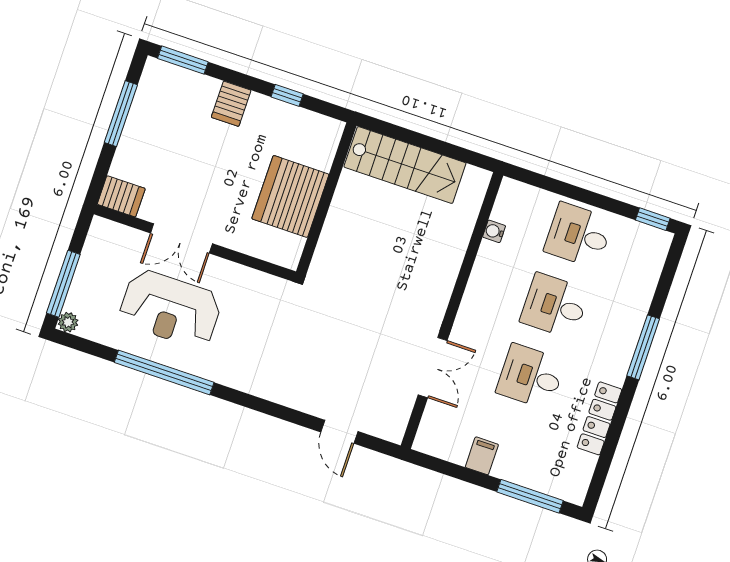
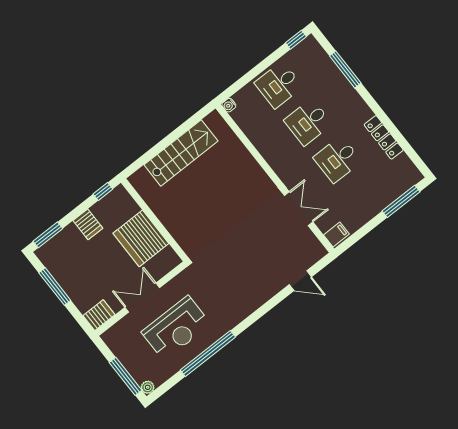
server rack: (290, 196) -> (141, 238), moved
wall: (326, 199) -> (154, 220), moved
water cooler: (494, 231) -> (229, 105), moved
double door: (181, 238) -> (142, 298), swing flipped
window: (643, 347) -> (345, 69), moved
filing cabinet: (482, 456) -> (336, 235), moved, turned 90

